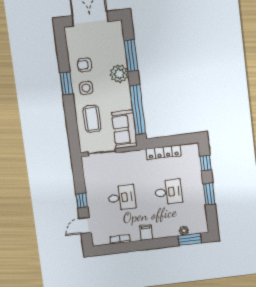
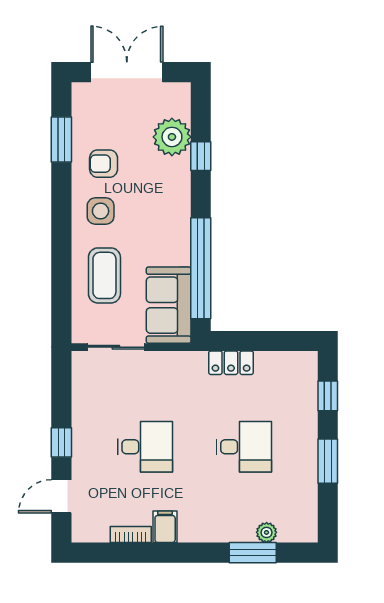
window: (131, 55) -> (201, 156), width x0.46
plant: (119, 74) -> (172, 137), moved
window: (66, 83) -> (61, 140), moved
locker: (163, 152) -> (231, 363), width x0.66
filing cabinet: (146, 233) -> (165, 527), moved
window: (190, 239) -> (253, 553), moved

